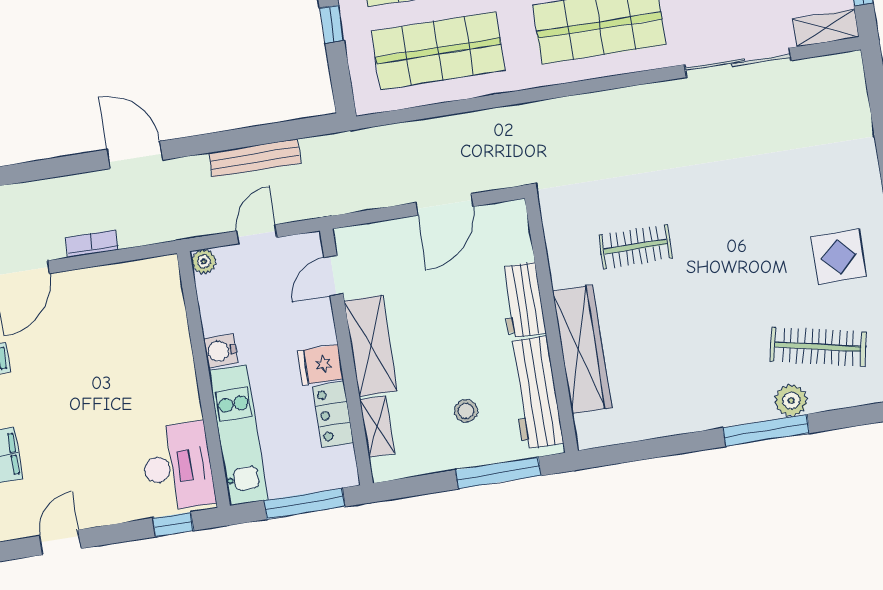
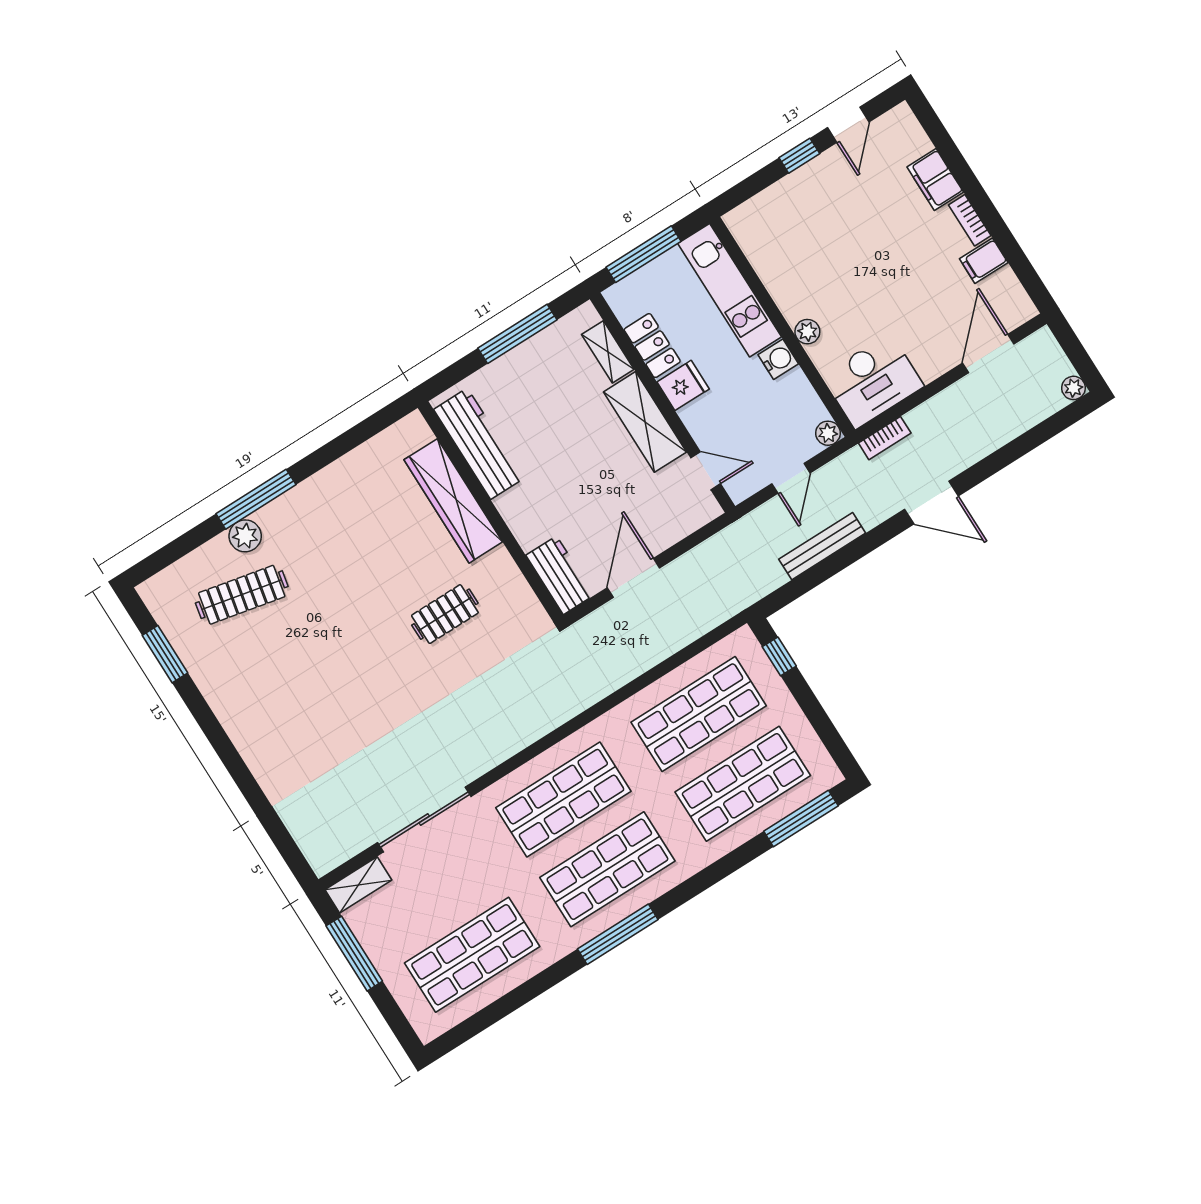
window: (332, 24) -> (779, 656), moved
bookcase: (92, 244) -> (885, 438), moved
display table: (839, 257) -> (258, 684), removed
door: (334, 276) -> (706, 471), hinge flipped
workbench: (522, 300) -> (560, 575), moved
plant: (182, 365) -> (807, 332), added
stool: (466, 411) -> (534, 400), removed
desk: (178, 467) -> (873, 381), moved, turned -90
window: (498, 473) -> (517, 334), moved
window: (173, 524) -> (799, 156), moved

